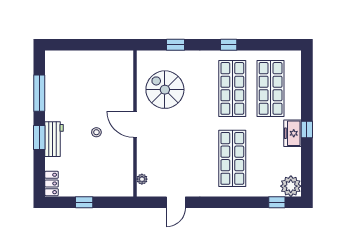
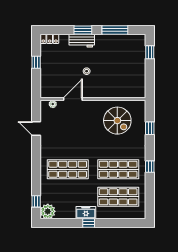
window: (70, 45) -> (150, 52), added
spiral stairs: (165, 90) -> (117, 121), turned 90
door: (135, 124) -> (73, 99), moved

